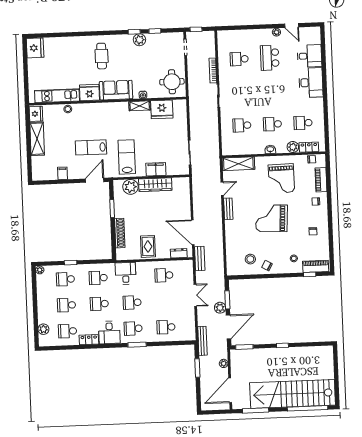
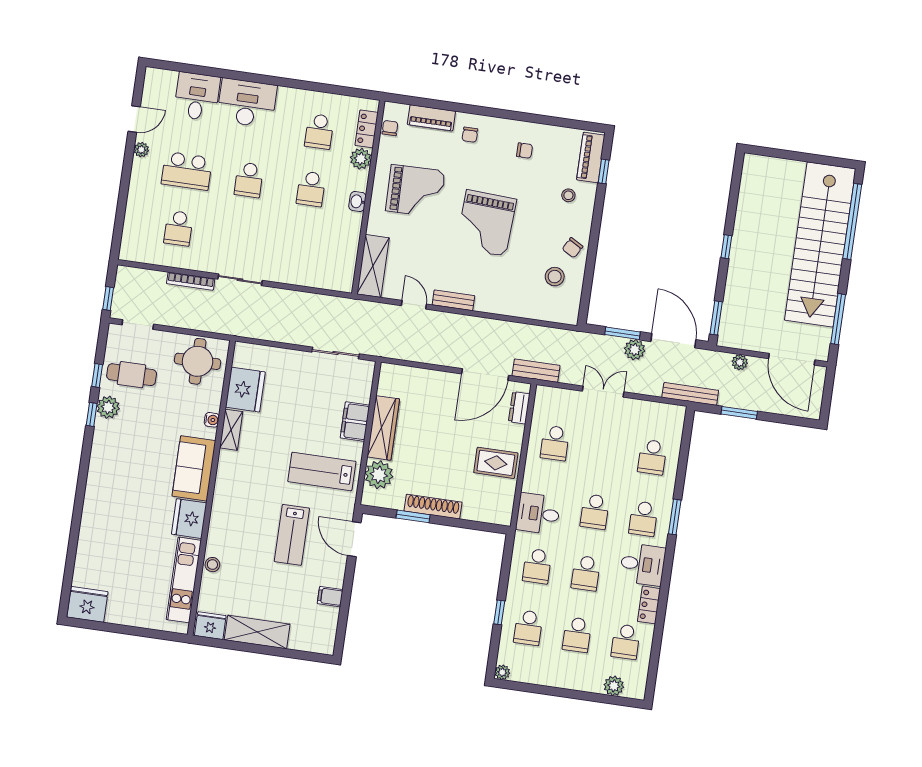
cafe table: (102, 56) -> (132, 375), moved
school desk: (242, 125) -> (249, 180), moved
shoe rack: (120, 233) -> (433, 507), moved

